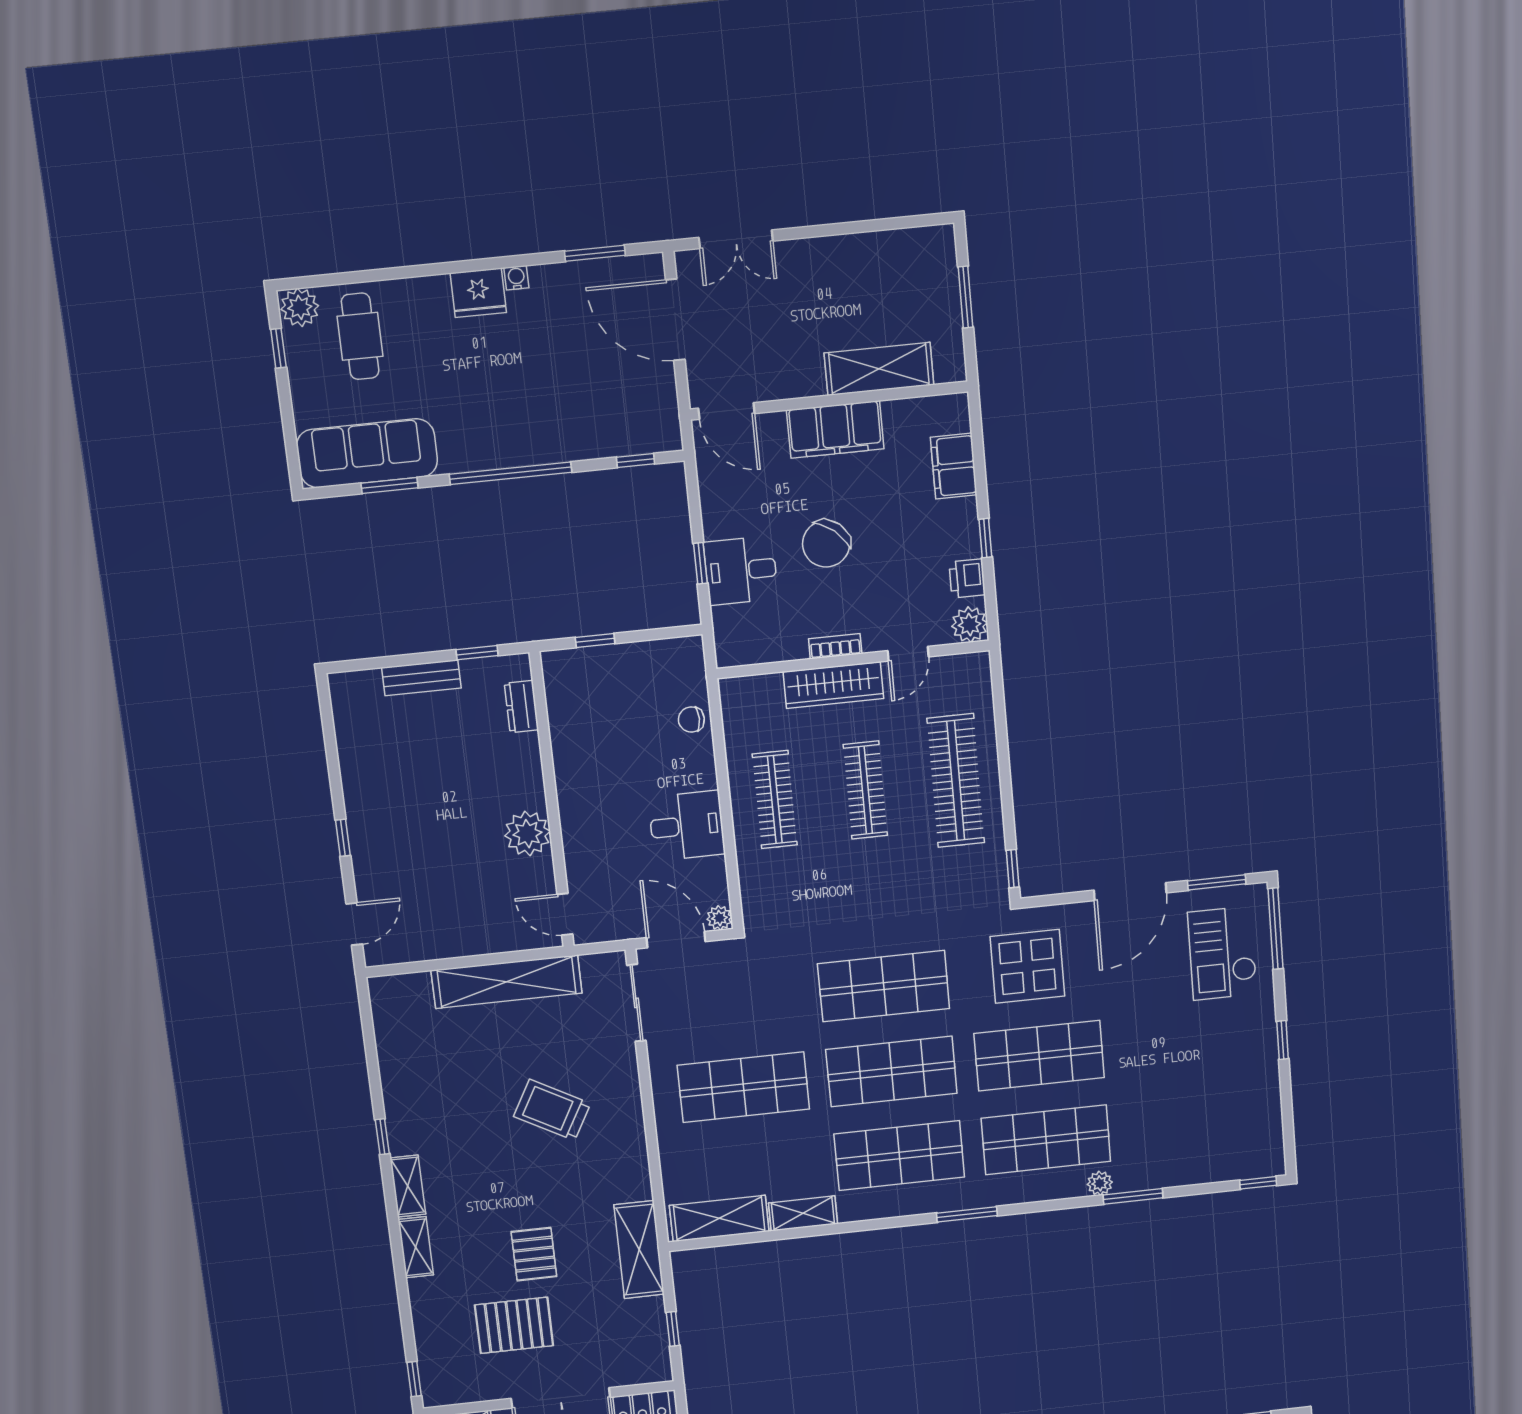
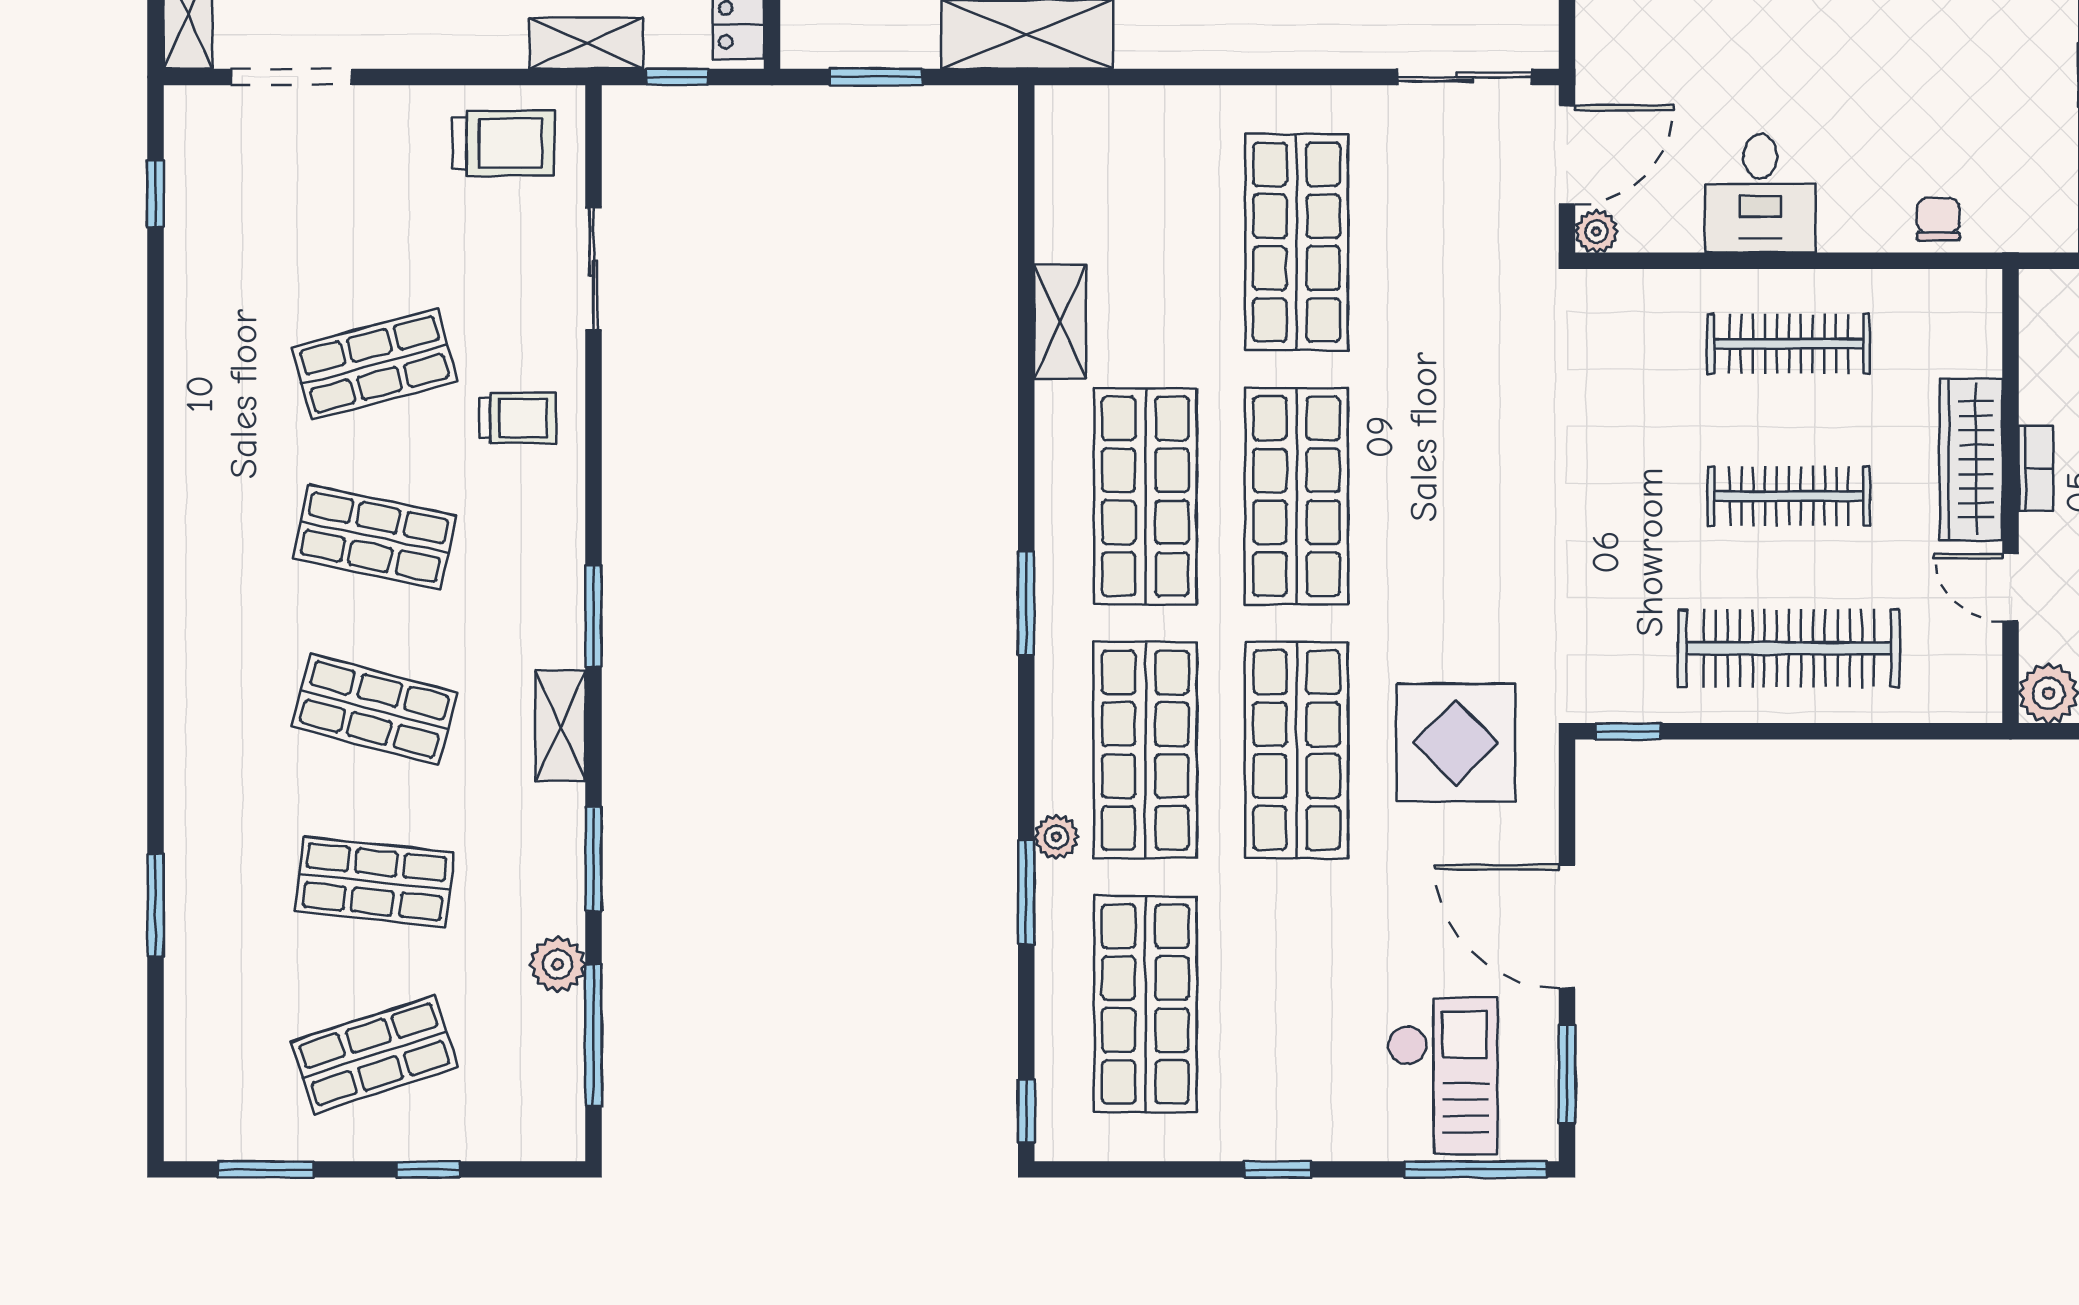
checkout: (1223, 953) -> (1442, 1076), turned 90
shop shelf: (884, 986) -> (1145, 1004), moved
shelving: (719, 1218) -> (1067, 177), removed
window: (673, 1329) -> (876, 77), width x1.50

